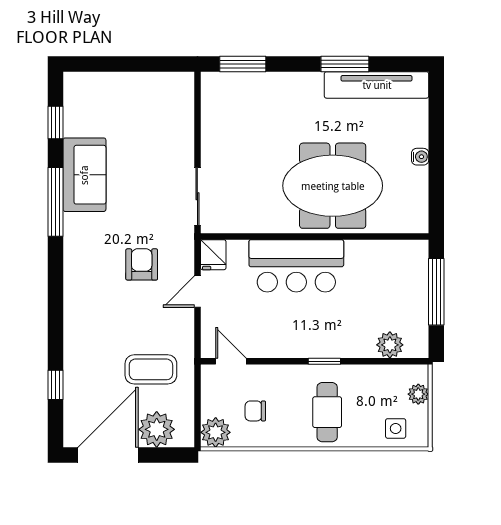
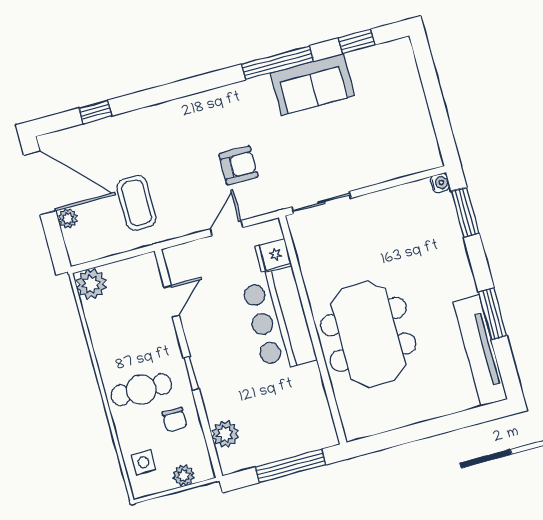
water cooler: (420, 157) -> (440, 183), moved, turned -90
fridge: (213, 255) -> (273, 255), moved
door: (197, 292) -> (226, 228), hinge flipped
door: (231, 361) -> (172, 301), moved
chair: (255, 411) -> (175, 420), moved, turned 180
plant: (157, 429) -> (68, 218), width x0.53, depth x0.53

